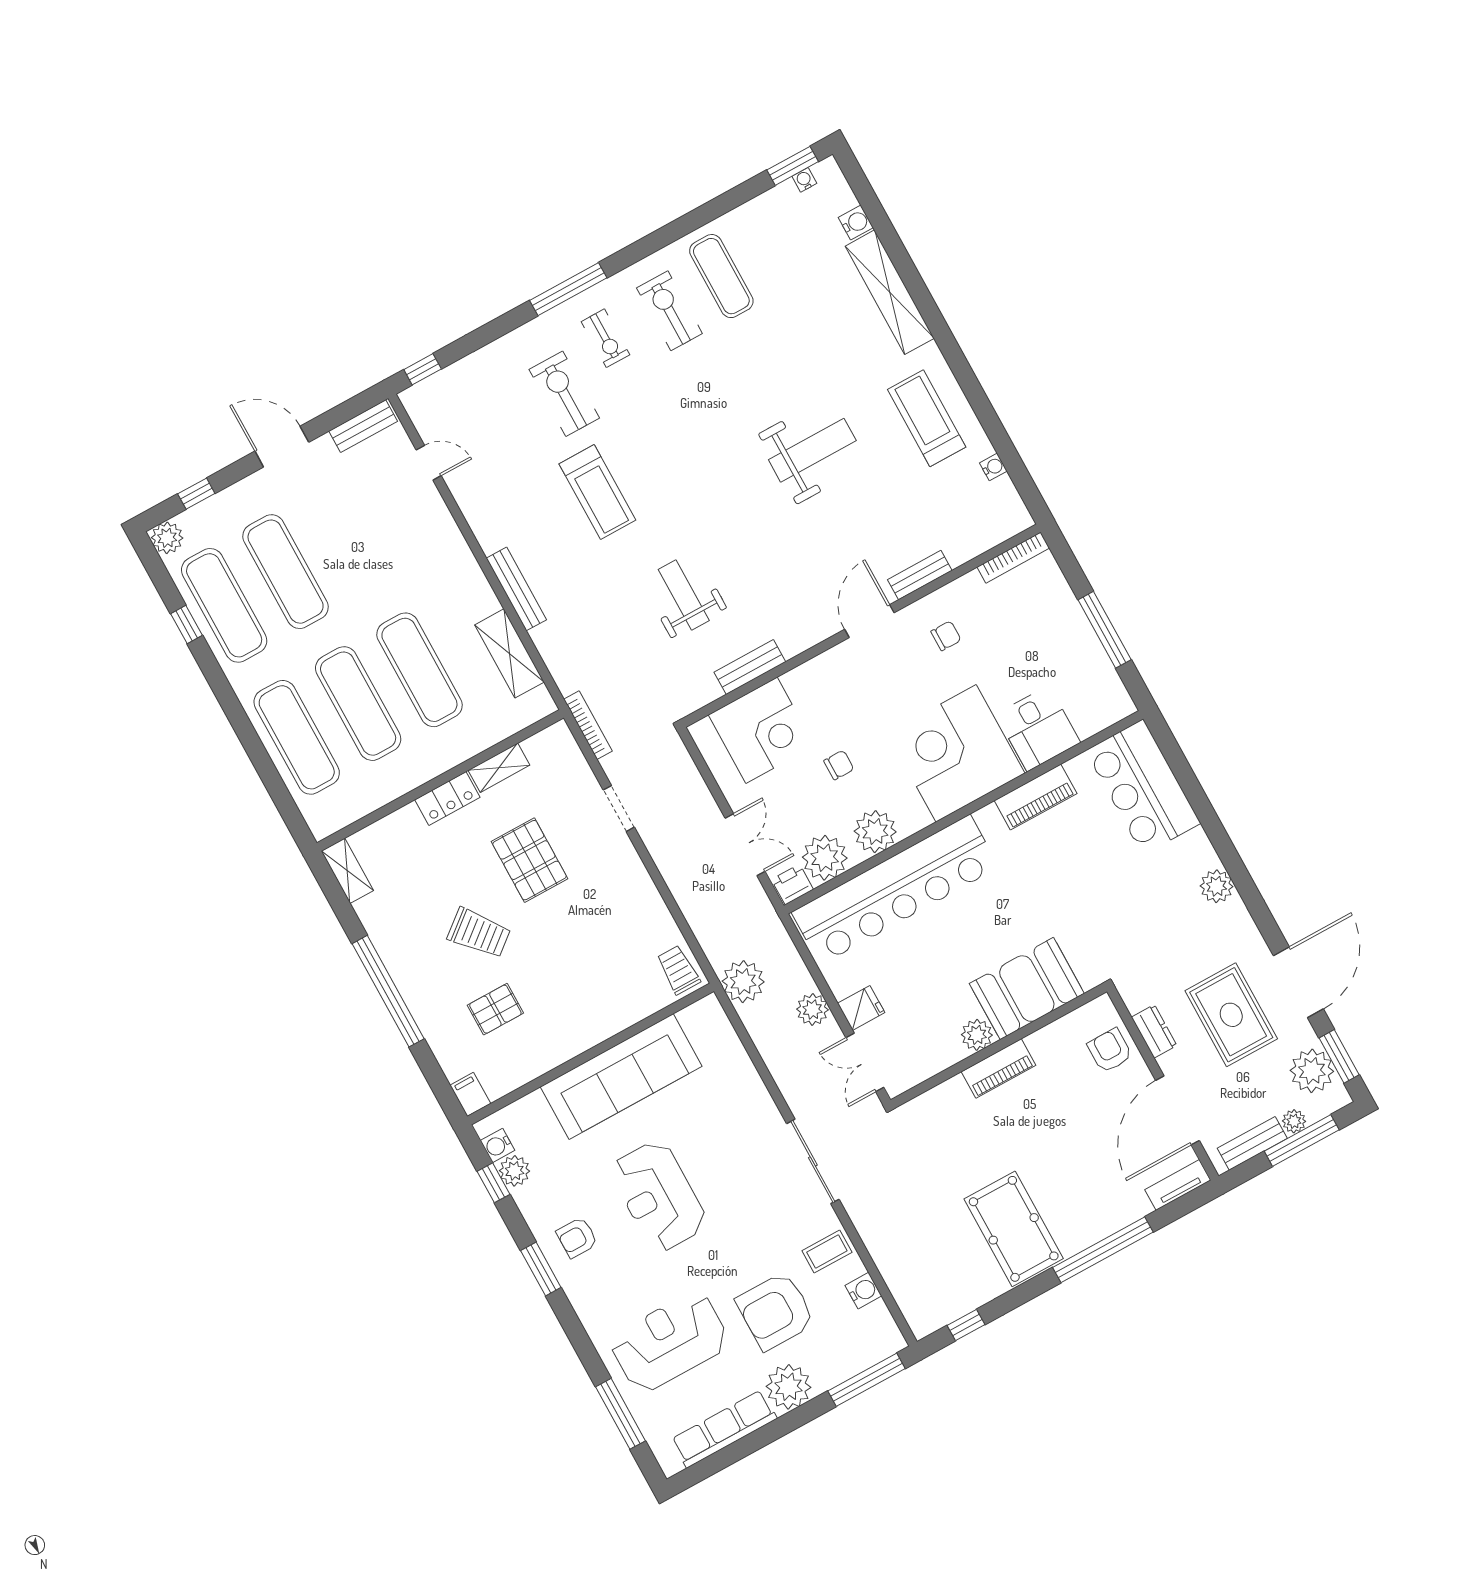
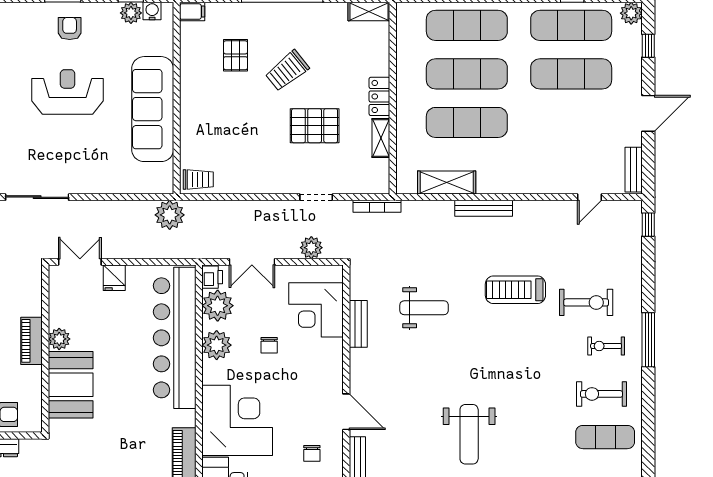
exercise bike: (669, 311) -> (601, 394), turned 180
plant: (812, 1009) -> (311, 248), moved

